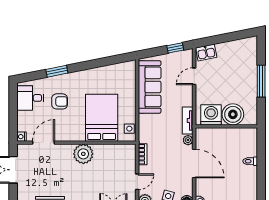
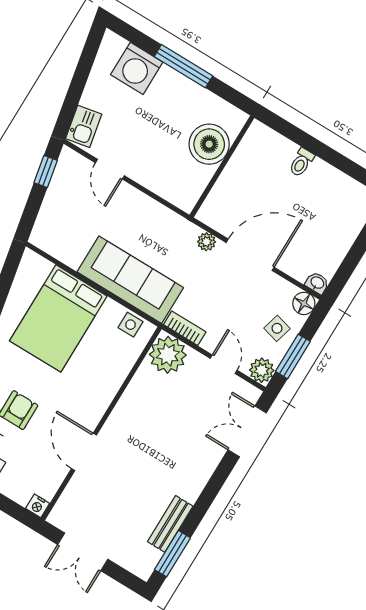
sofa: (150, 87) -> (130, 280), moved
washing machine: (211, 115) -> (137, 68), moved, turned -90
bed: (102, 118) -> (58, 318), moved, turned -90
tv unit: (188, 121) -> (175, 223), removed
door: (44, 143) -> (84, 452), moved
plant: (83, 154) -> (168, 355), moved

